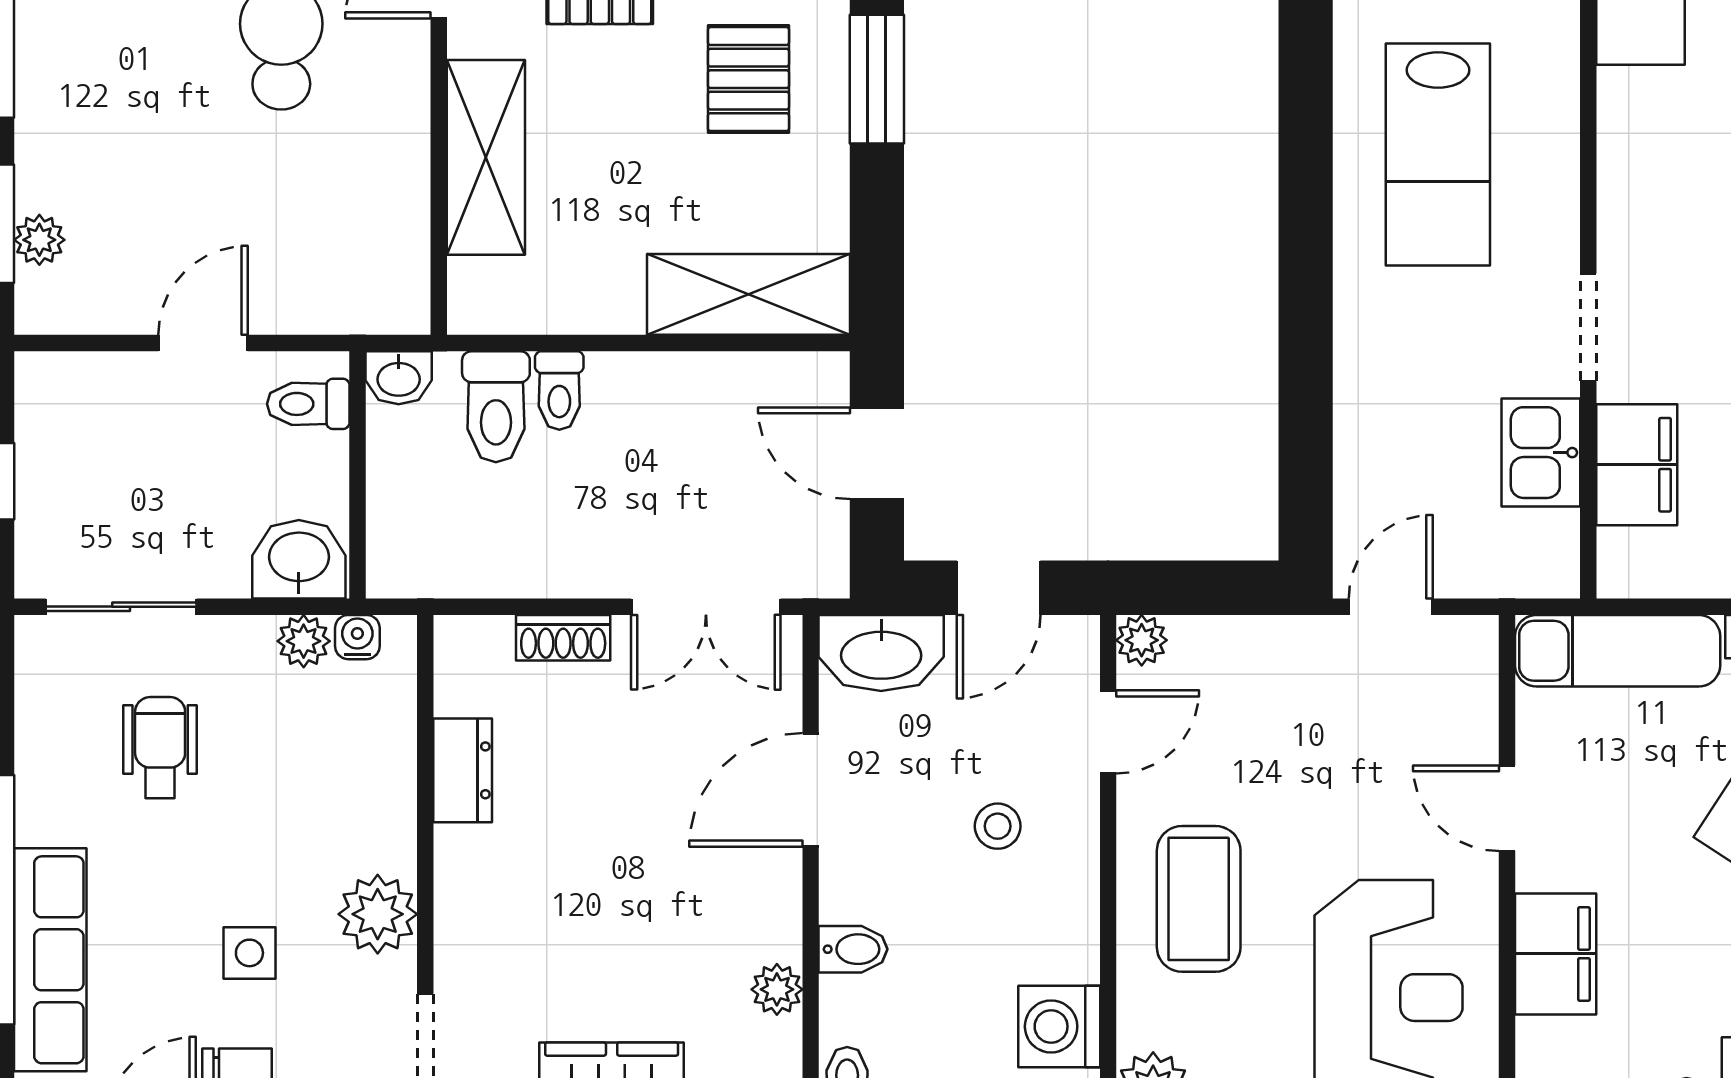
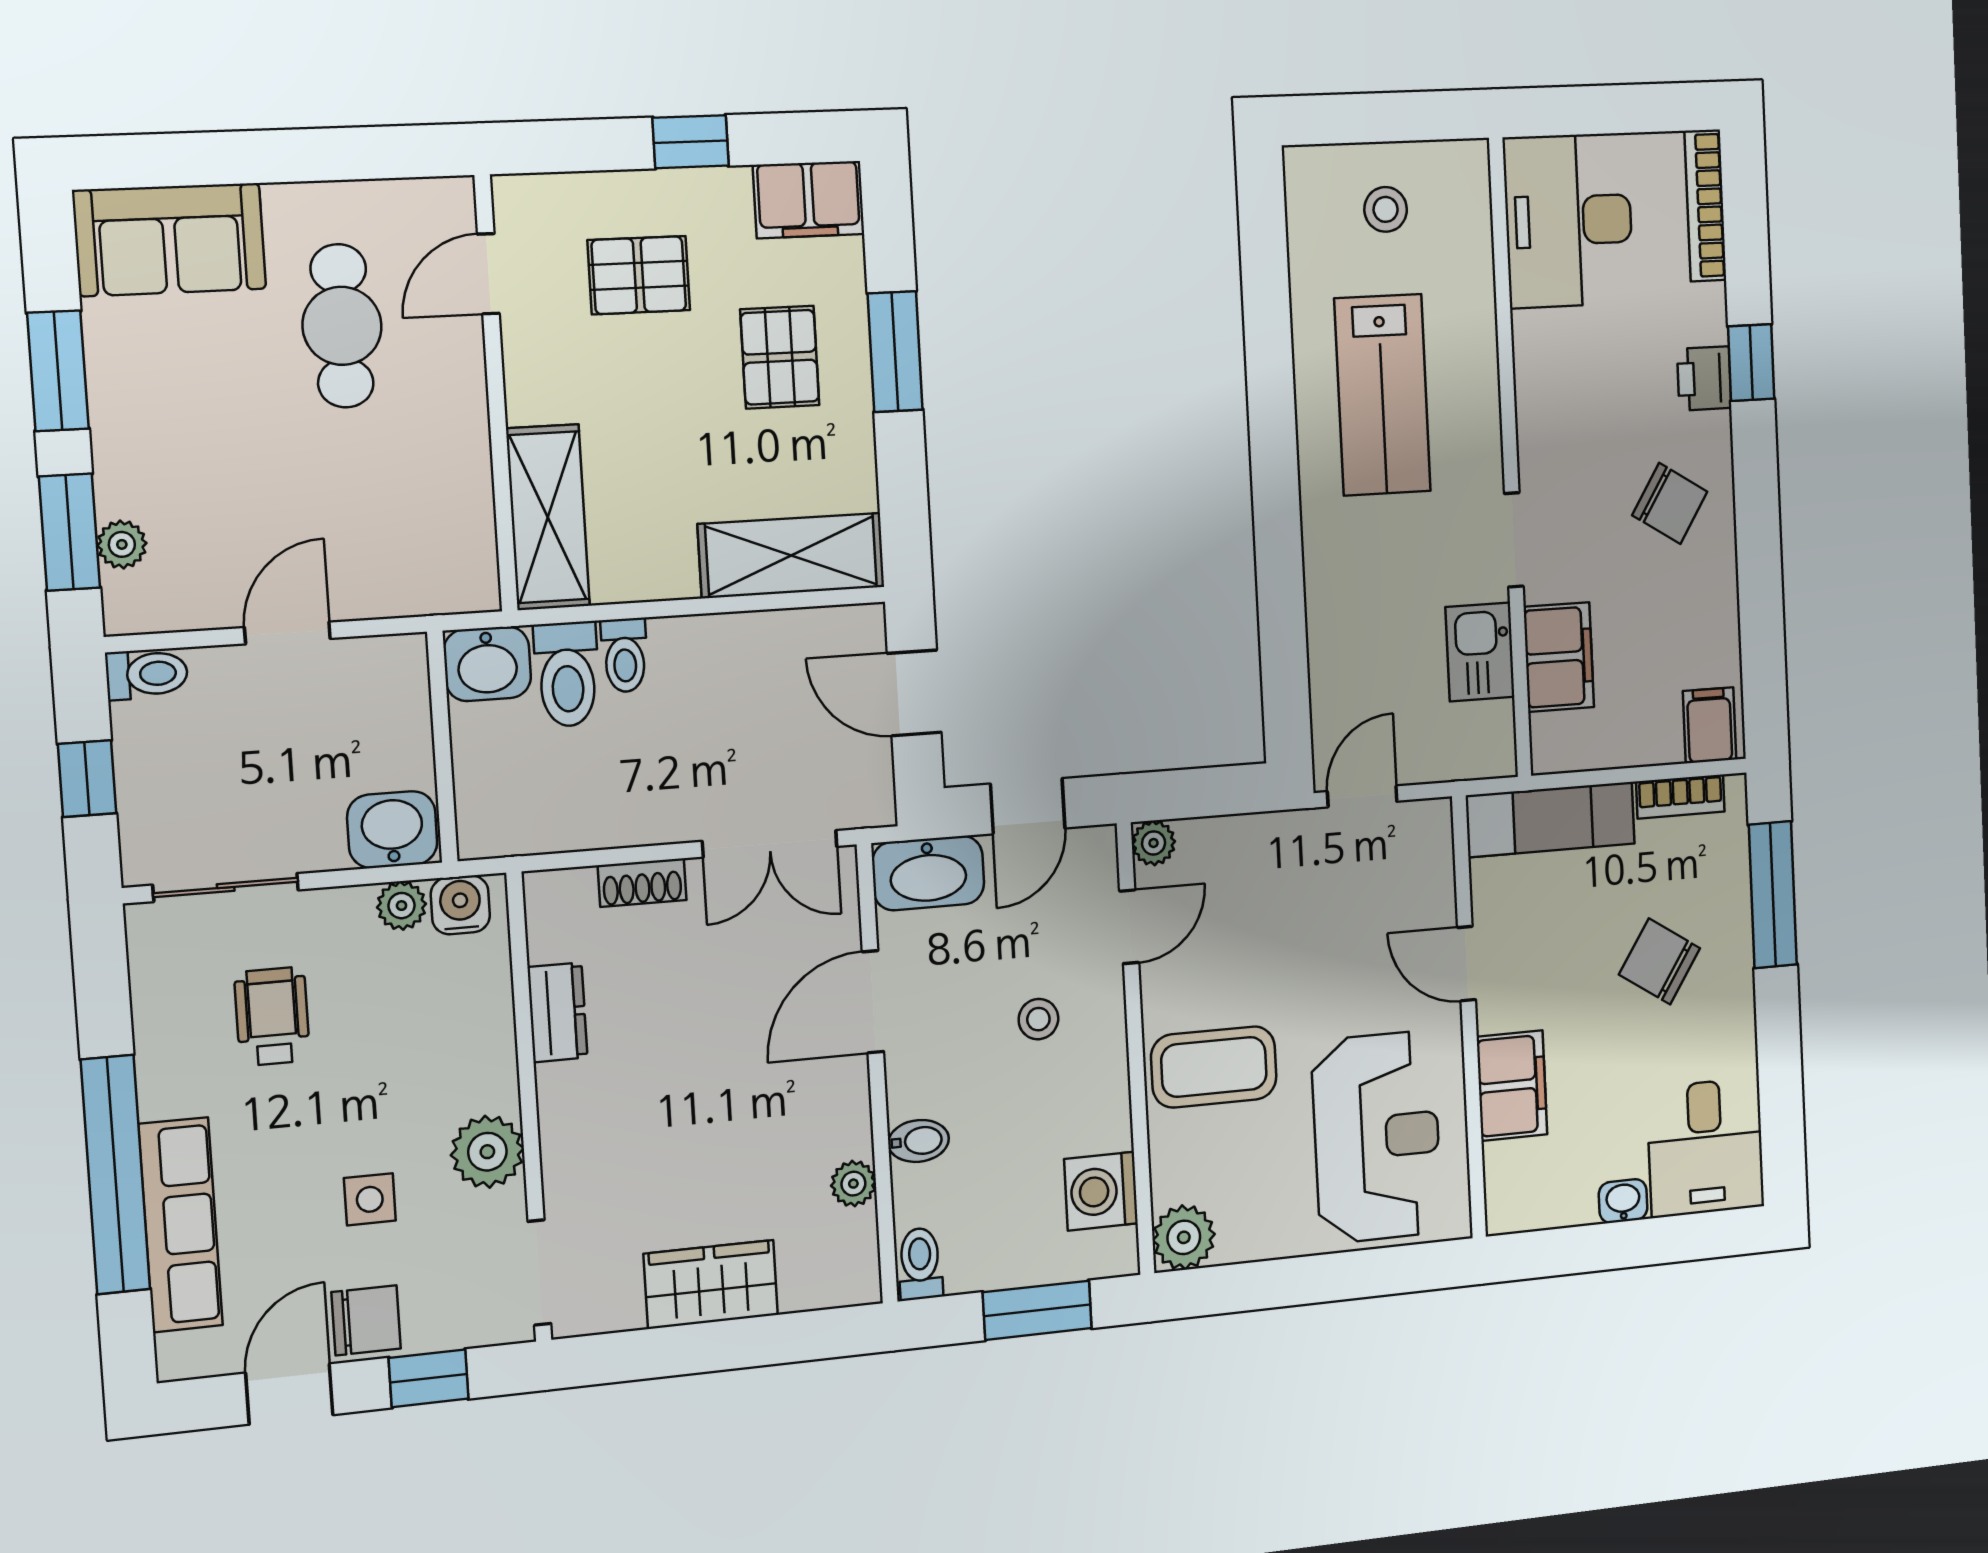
shelving: (486, 157) -> (548, 517), moved
washbasin: (399, 378) -> (487, 664), width x1.38, depth x1.45
toilet: (308, 404) -> (147, 674), moved, turned 180
water cooler: (357, 637) -> (460, 905), width x1.38, depth x1.38
coffee table: (1199, 899) -> (1214, 1067), turned 90

